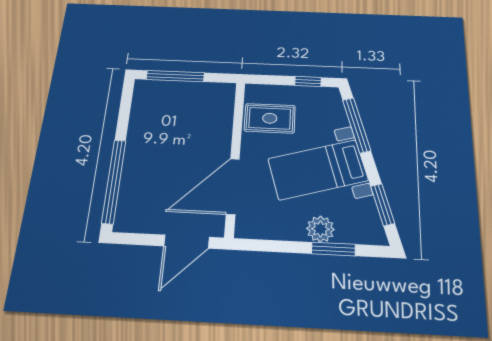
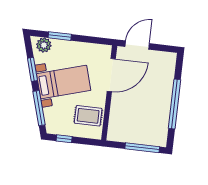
window: (114, 181) -> (174, 104), moved
window: (383, 205) -> (32, 69), moved
plant: (320, 229) -> (44, 45), moved

